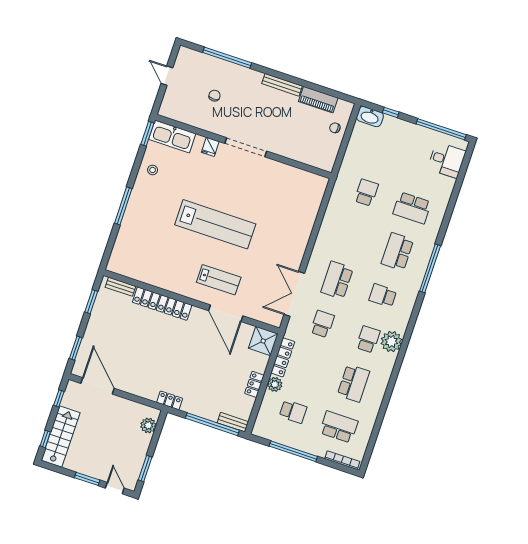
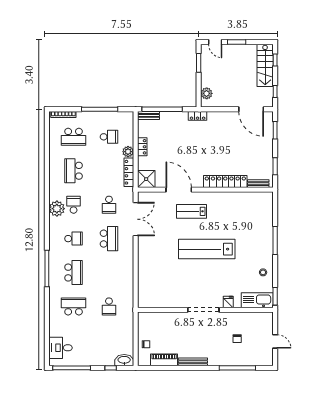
school desk: (368, 339) -> (74, 205), turned 180
school desk: (293, 412) -> (109, 137), turned 180

